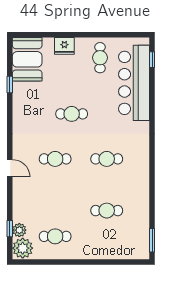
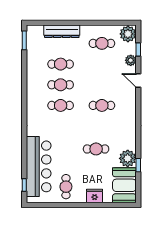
plant: (23, 93) -> (128, 158), added
cafe table: (72, 114) -> (96, 149), moved
door: (10, 168) -> (138, 81), moved
cafe table: (107, 185) -> (61, 85), added
plant: (19, 230) -> (131, 60), moved
dresser: (105, 251) -> (62, 31), added

